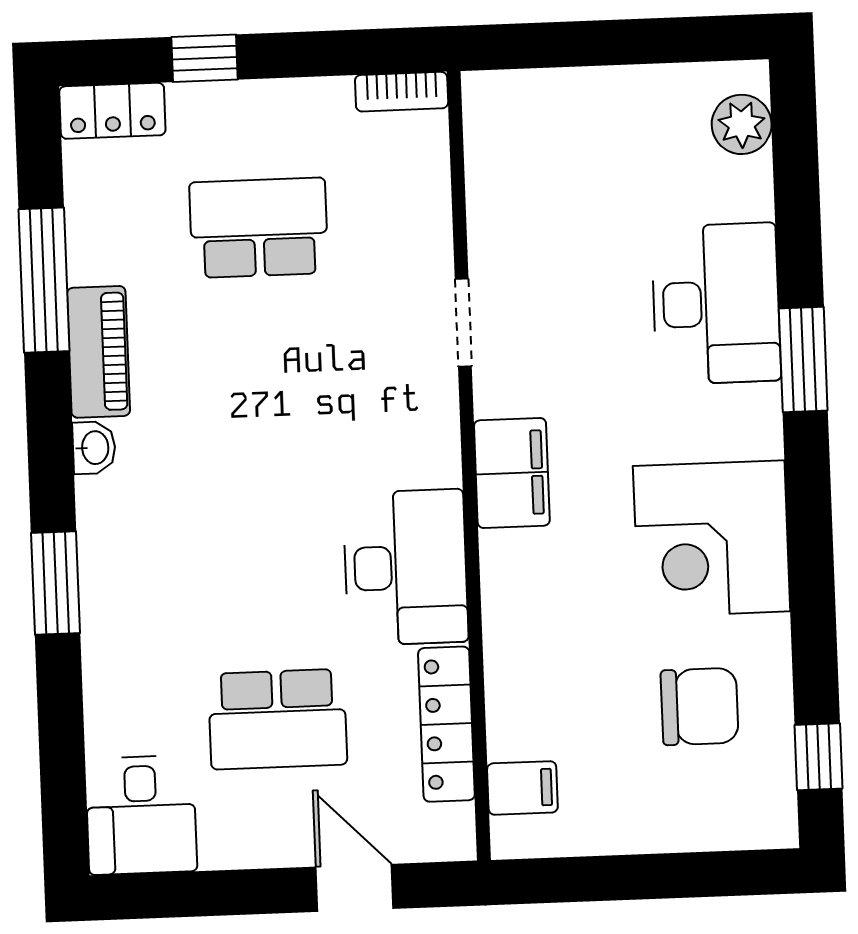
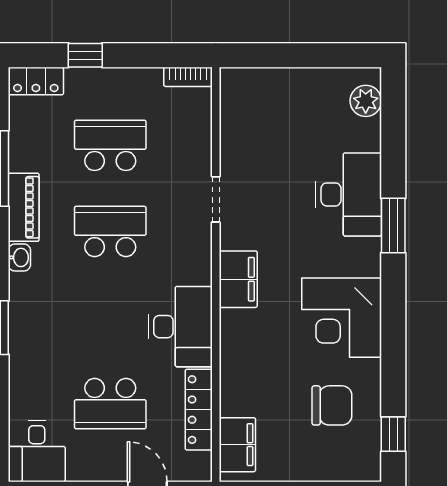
school desk: (265, 392) -> (110, 231), added
filing cabinet: (522, 788) -> (237, 445), width x2.00

